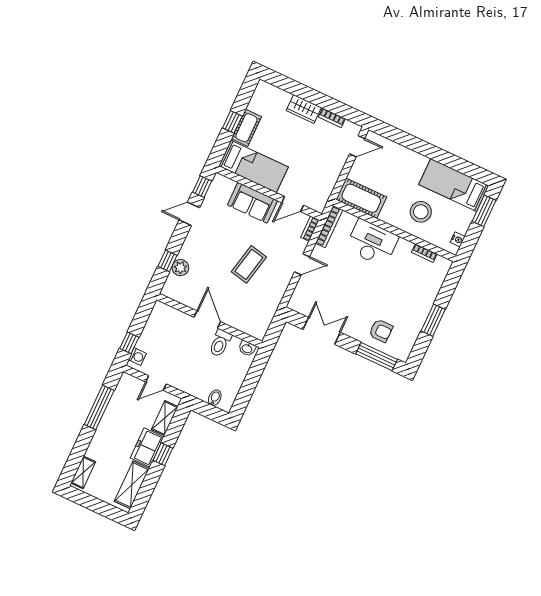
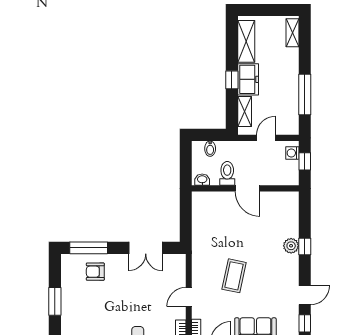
door: (207, 320) -> (248, 188), moved
wall: (209, 321) -> (245, 188), moved
toilet: (220, 343) -> (227, 173), moved
washbasin: (247, 348) -> (202, 180), moved

